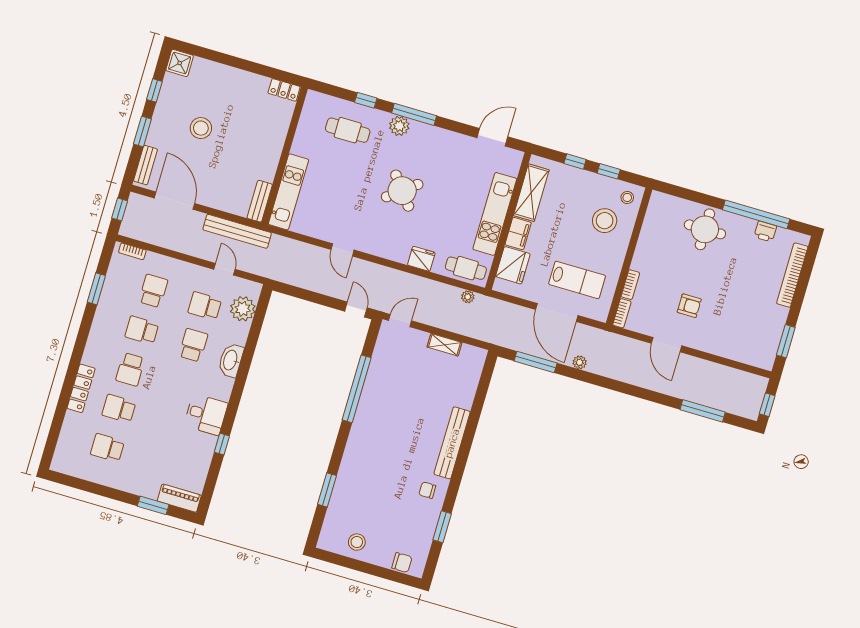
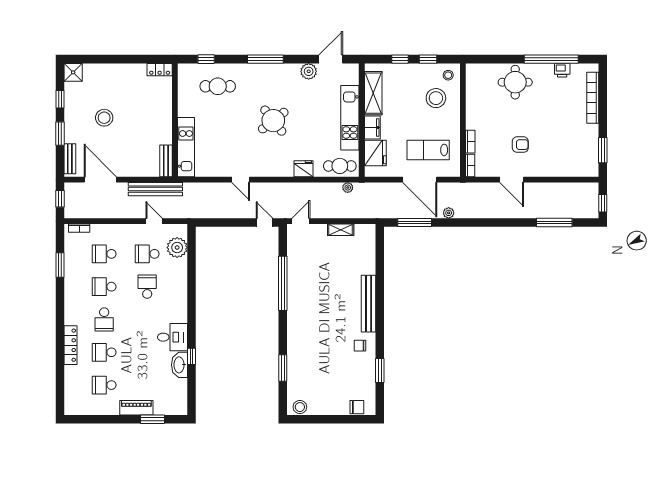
window: (366, 100) -> (206, 59), moved
plant: (399, 126) -> (309, 71), moved
lab bench: (577, 280) -> (428, 150), turned 180
school desk: (153, 291) -> (104, 254), turned -90
washbasin: (231, 360) -> (179, 365), moved
piano: (179, 498) -> (136, 408), moved
stool: (357, 542) -> (300, 407), moved

